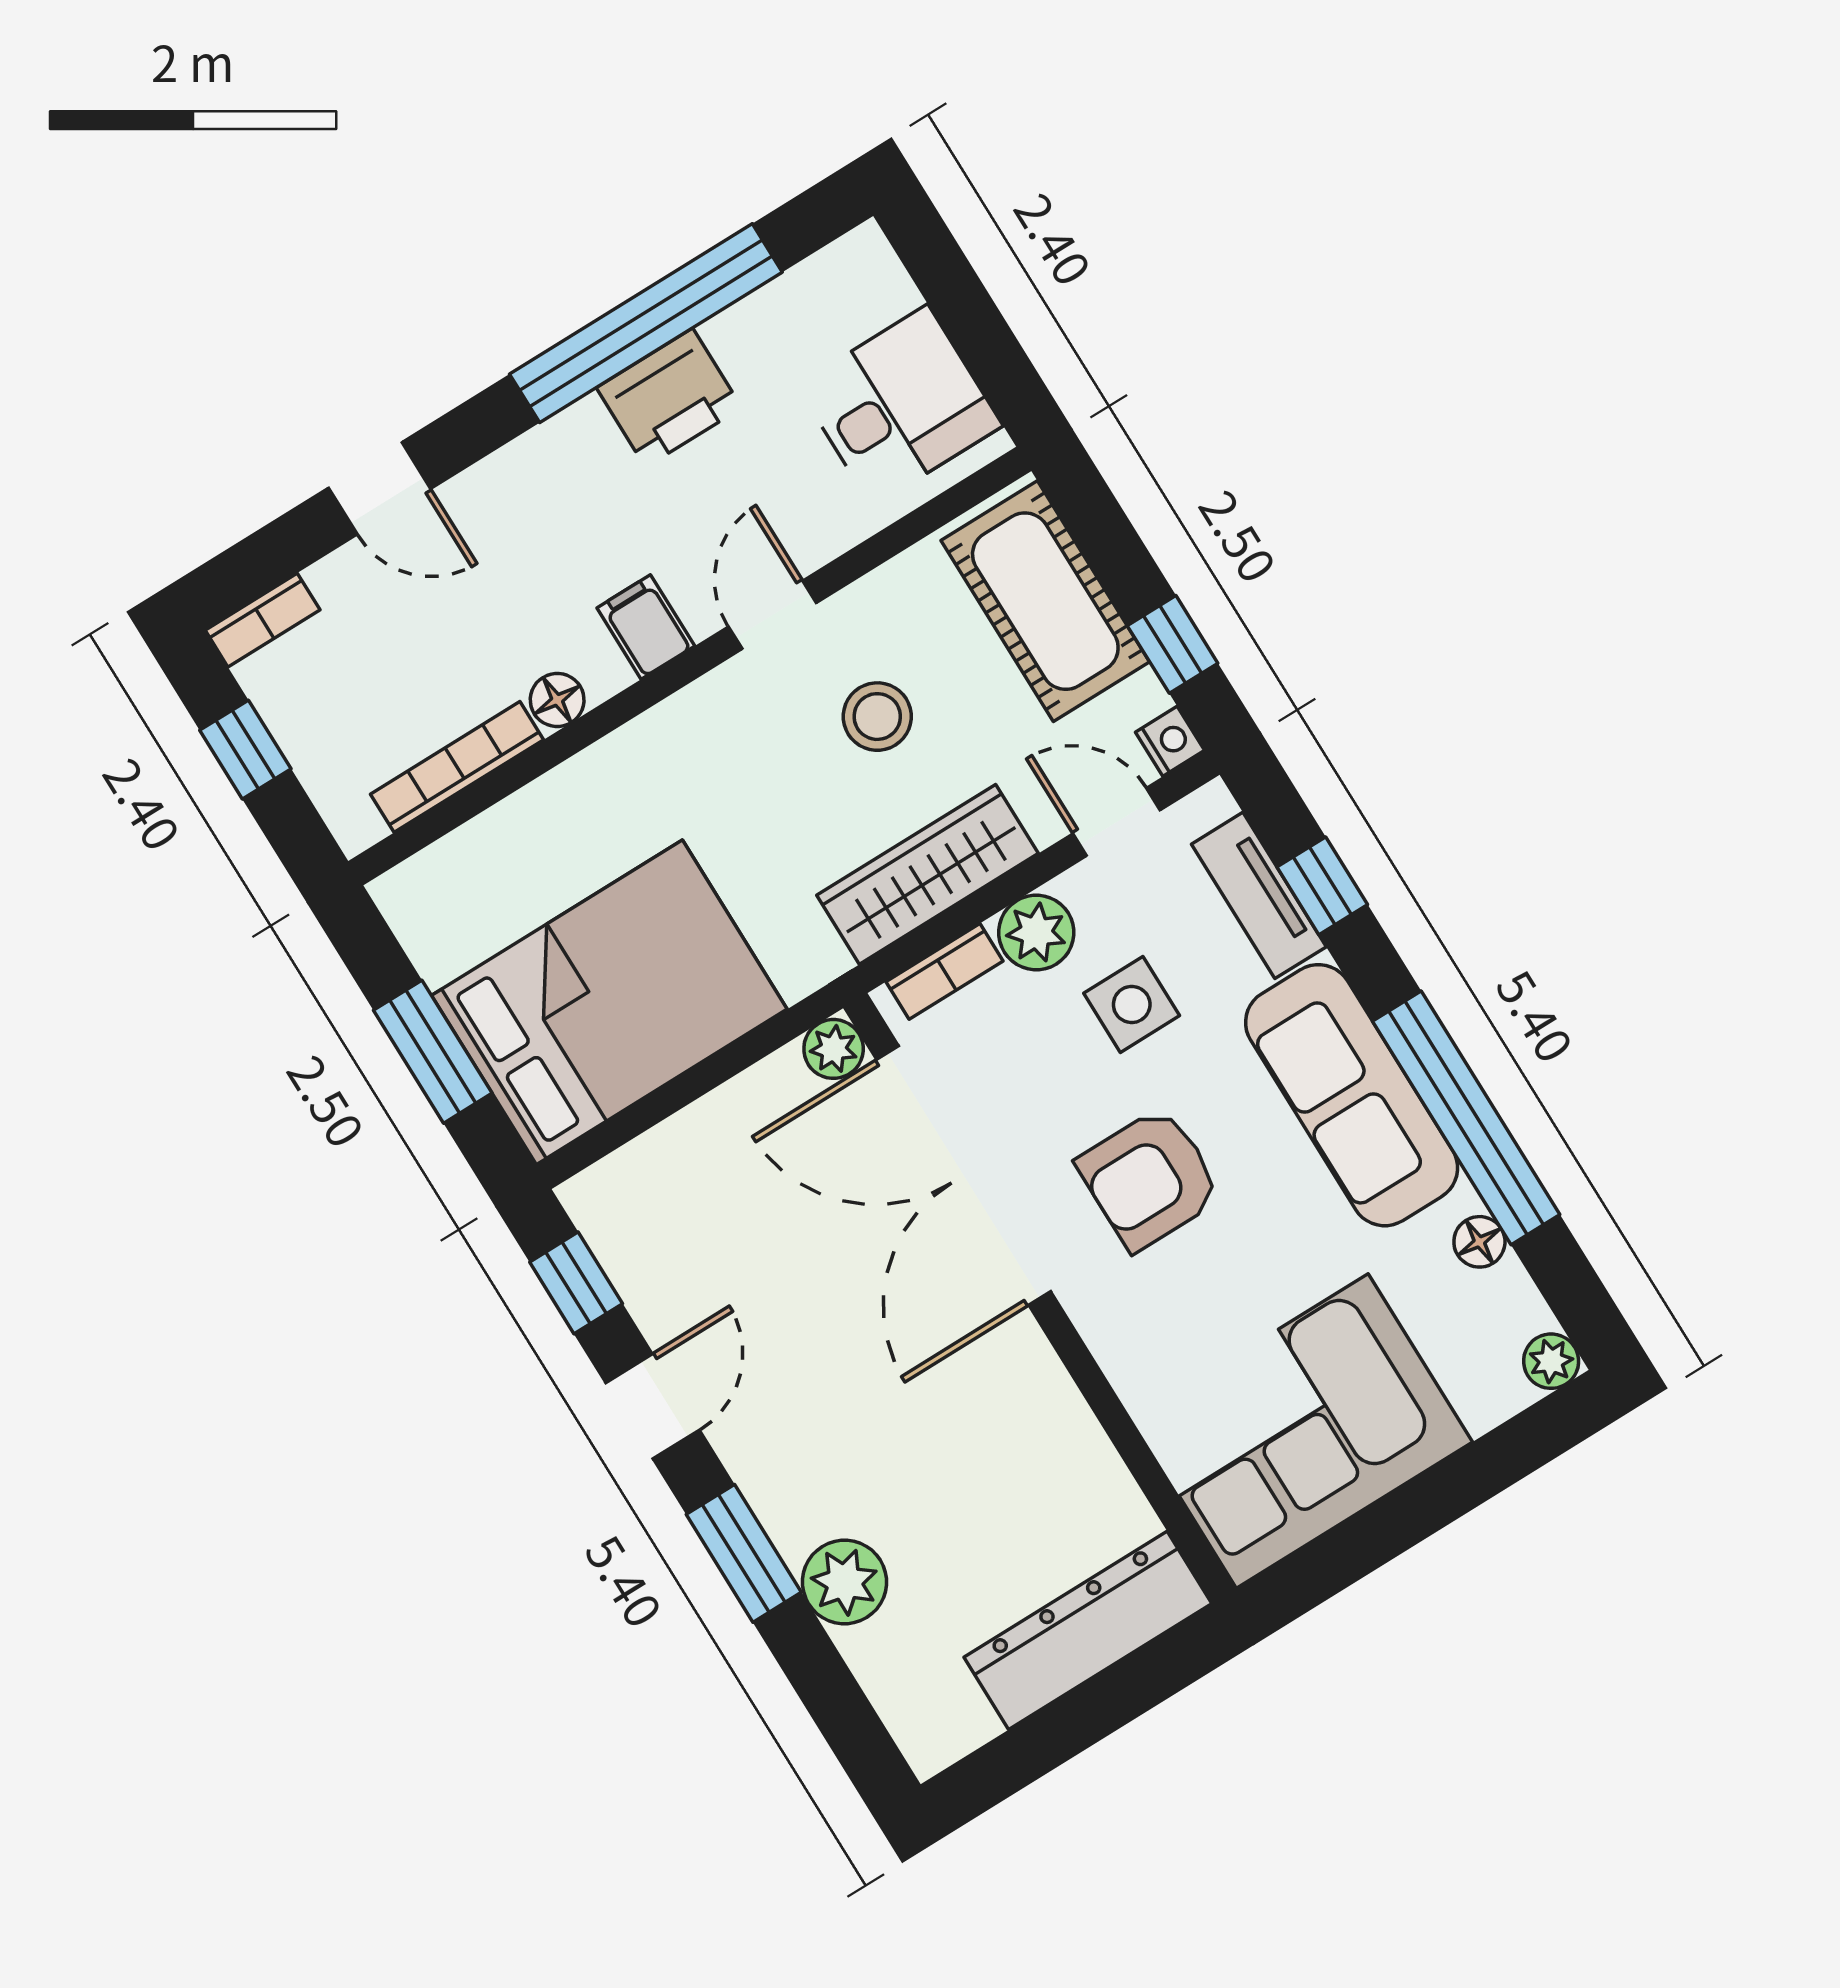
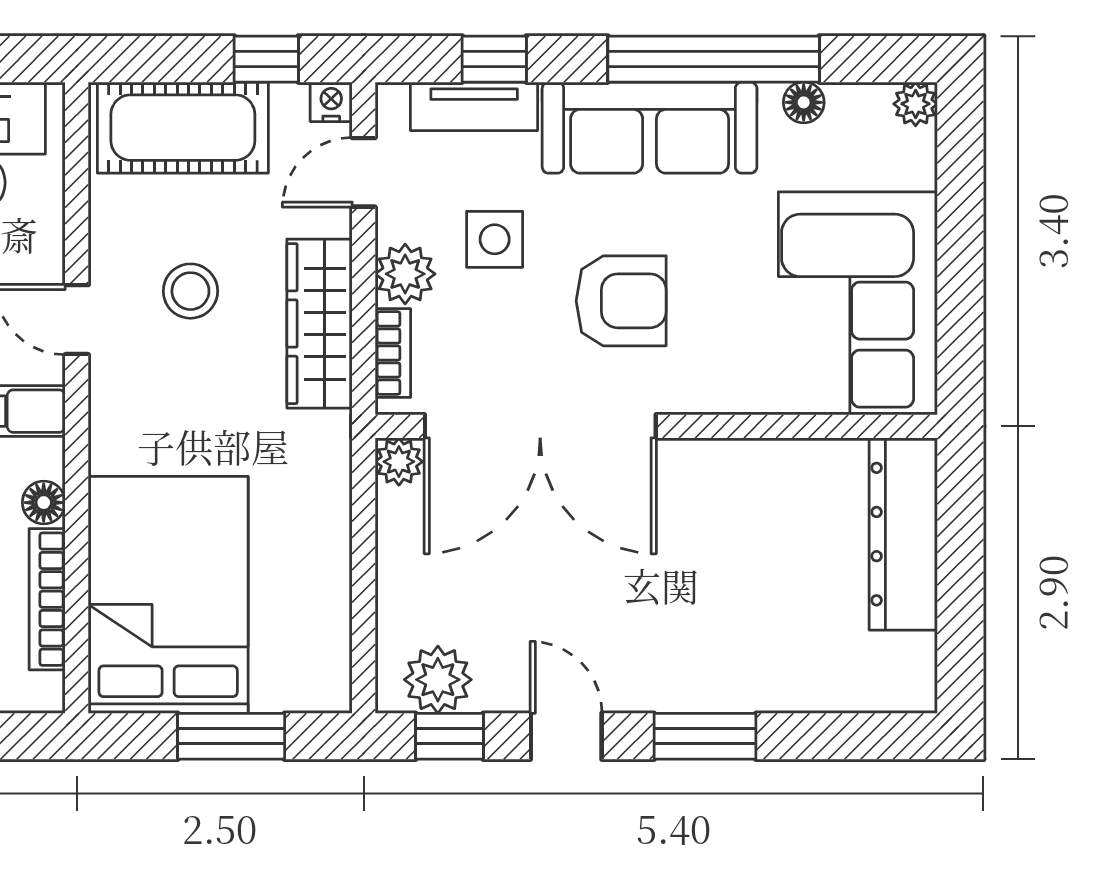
bed: (609, 1002) -> (168, 595), moved
armchair: (1150, 1179) -> (621, 301), turned -90
plant: (844, 1582) -> (438, 680), moved

